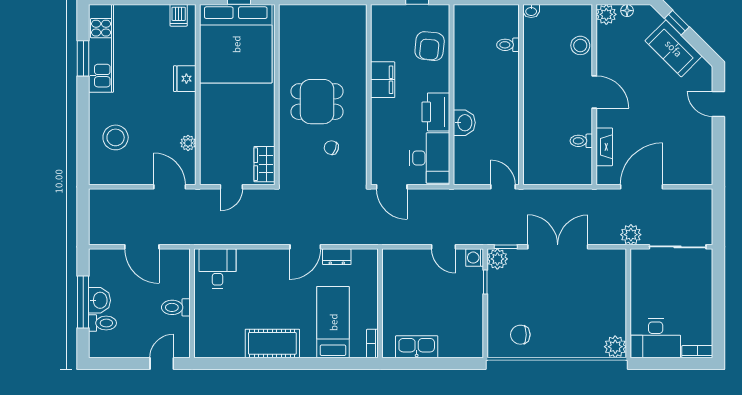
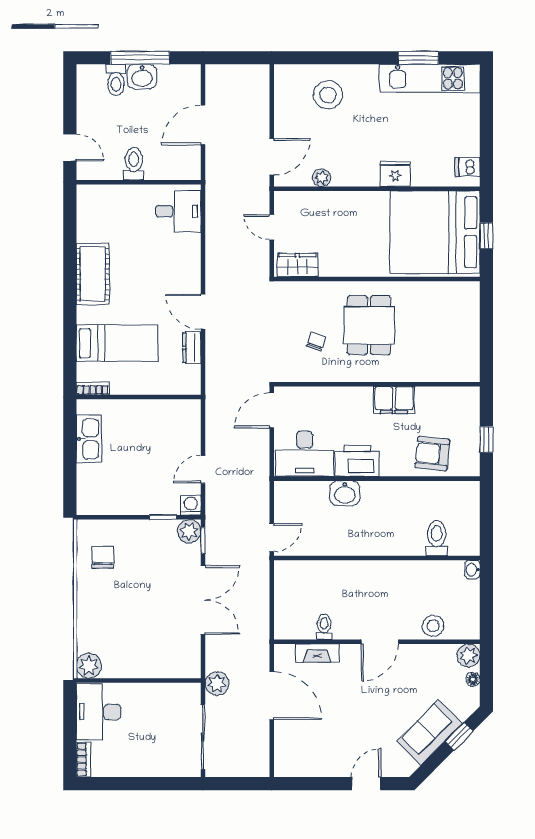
toilet: (508, 45) -> (437, 538), width x1.37, depth x1.39

